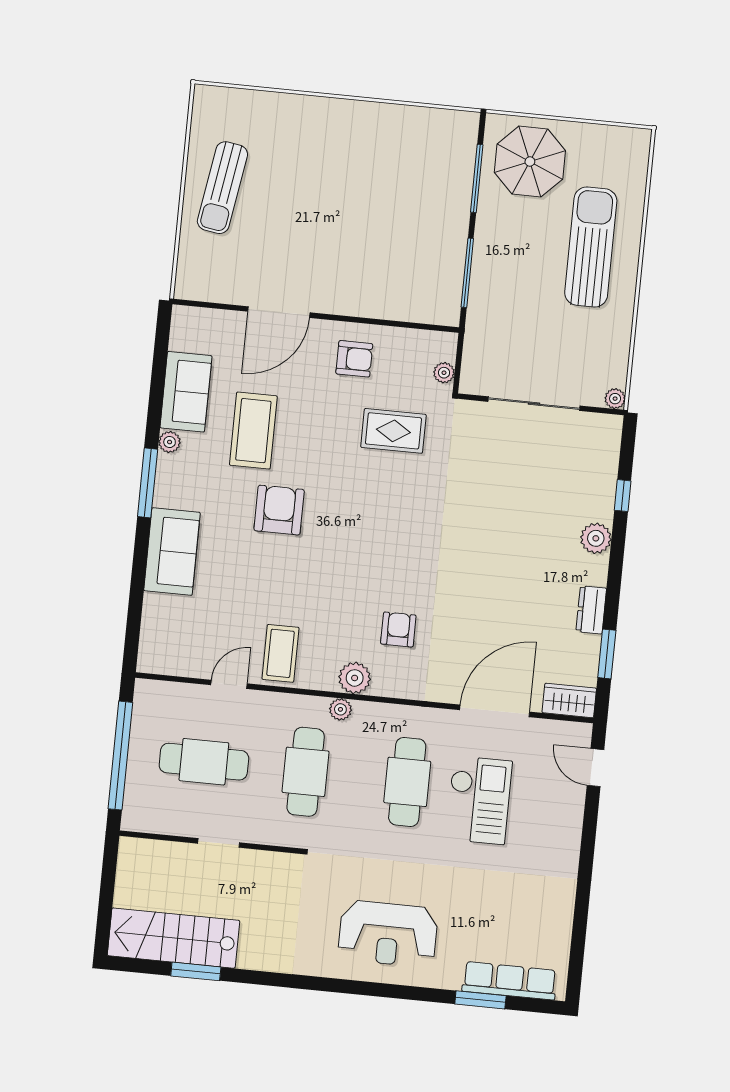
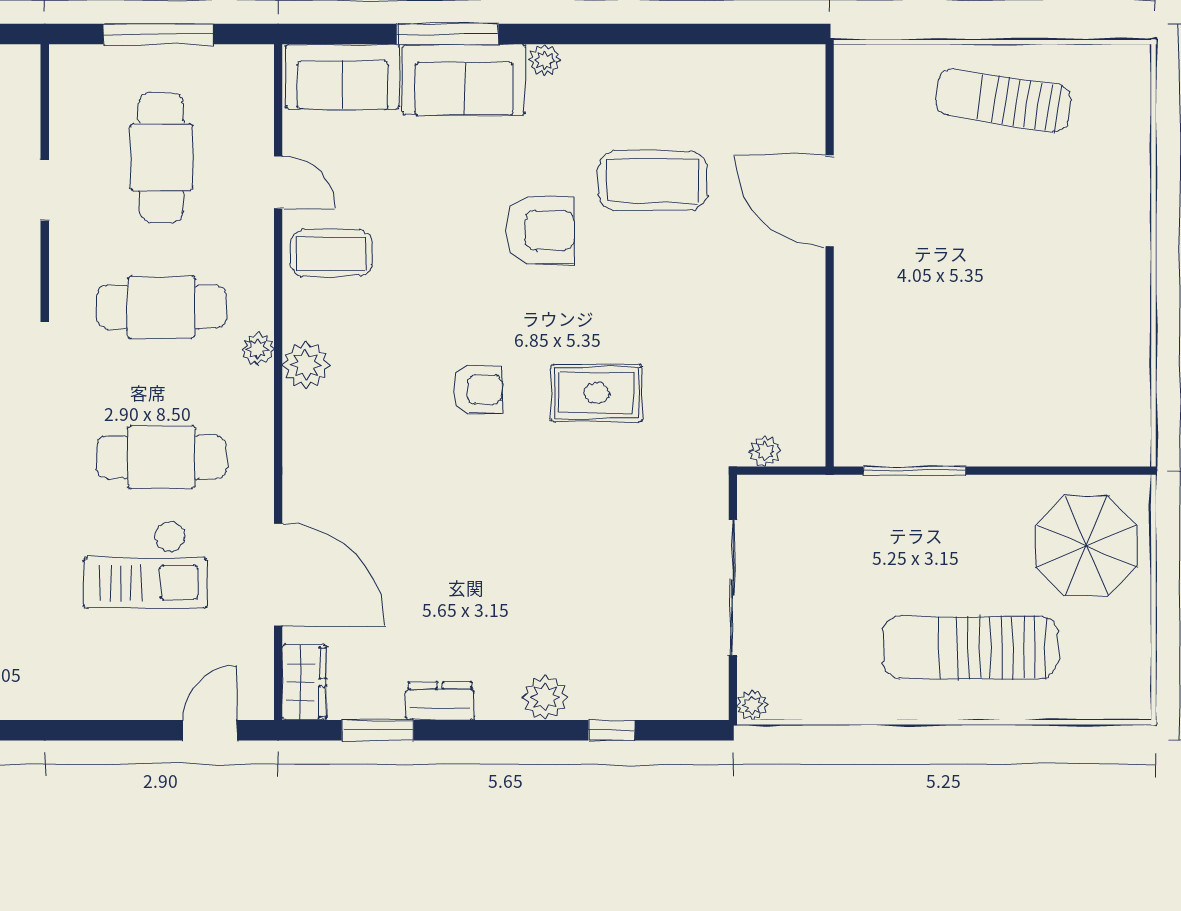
window: (477, 178) -> (1054, 471), removed
sun lounger: (591, 247) -> (970, 648), turned 180
armchair: (354, 359) -> (772, 318), removed
sofa: (186, 392) -> (343, 77), moved
rug: (393, 431) -> (597, 393), moved, turned 90
plant: (170, 442) -> (545, 60), moved
window: (148, 483) -> (447, 34), moved
armchair: (398, 629) -> (478, 389), moved
window: (120, 756) -> (158, 34), width x0.68

